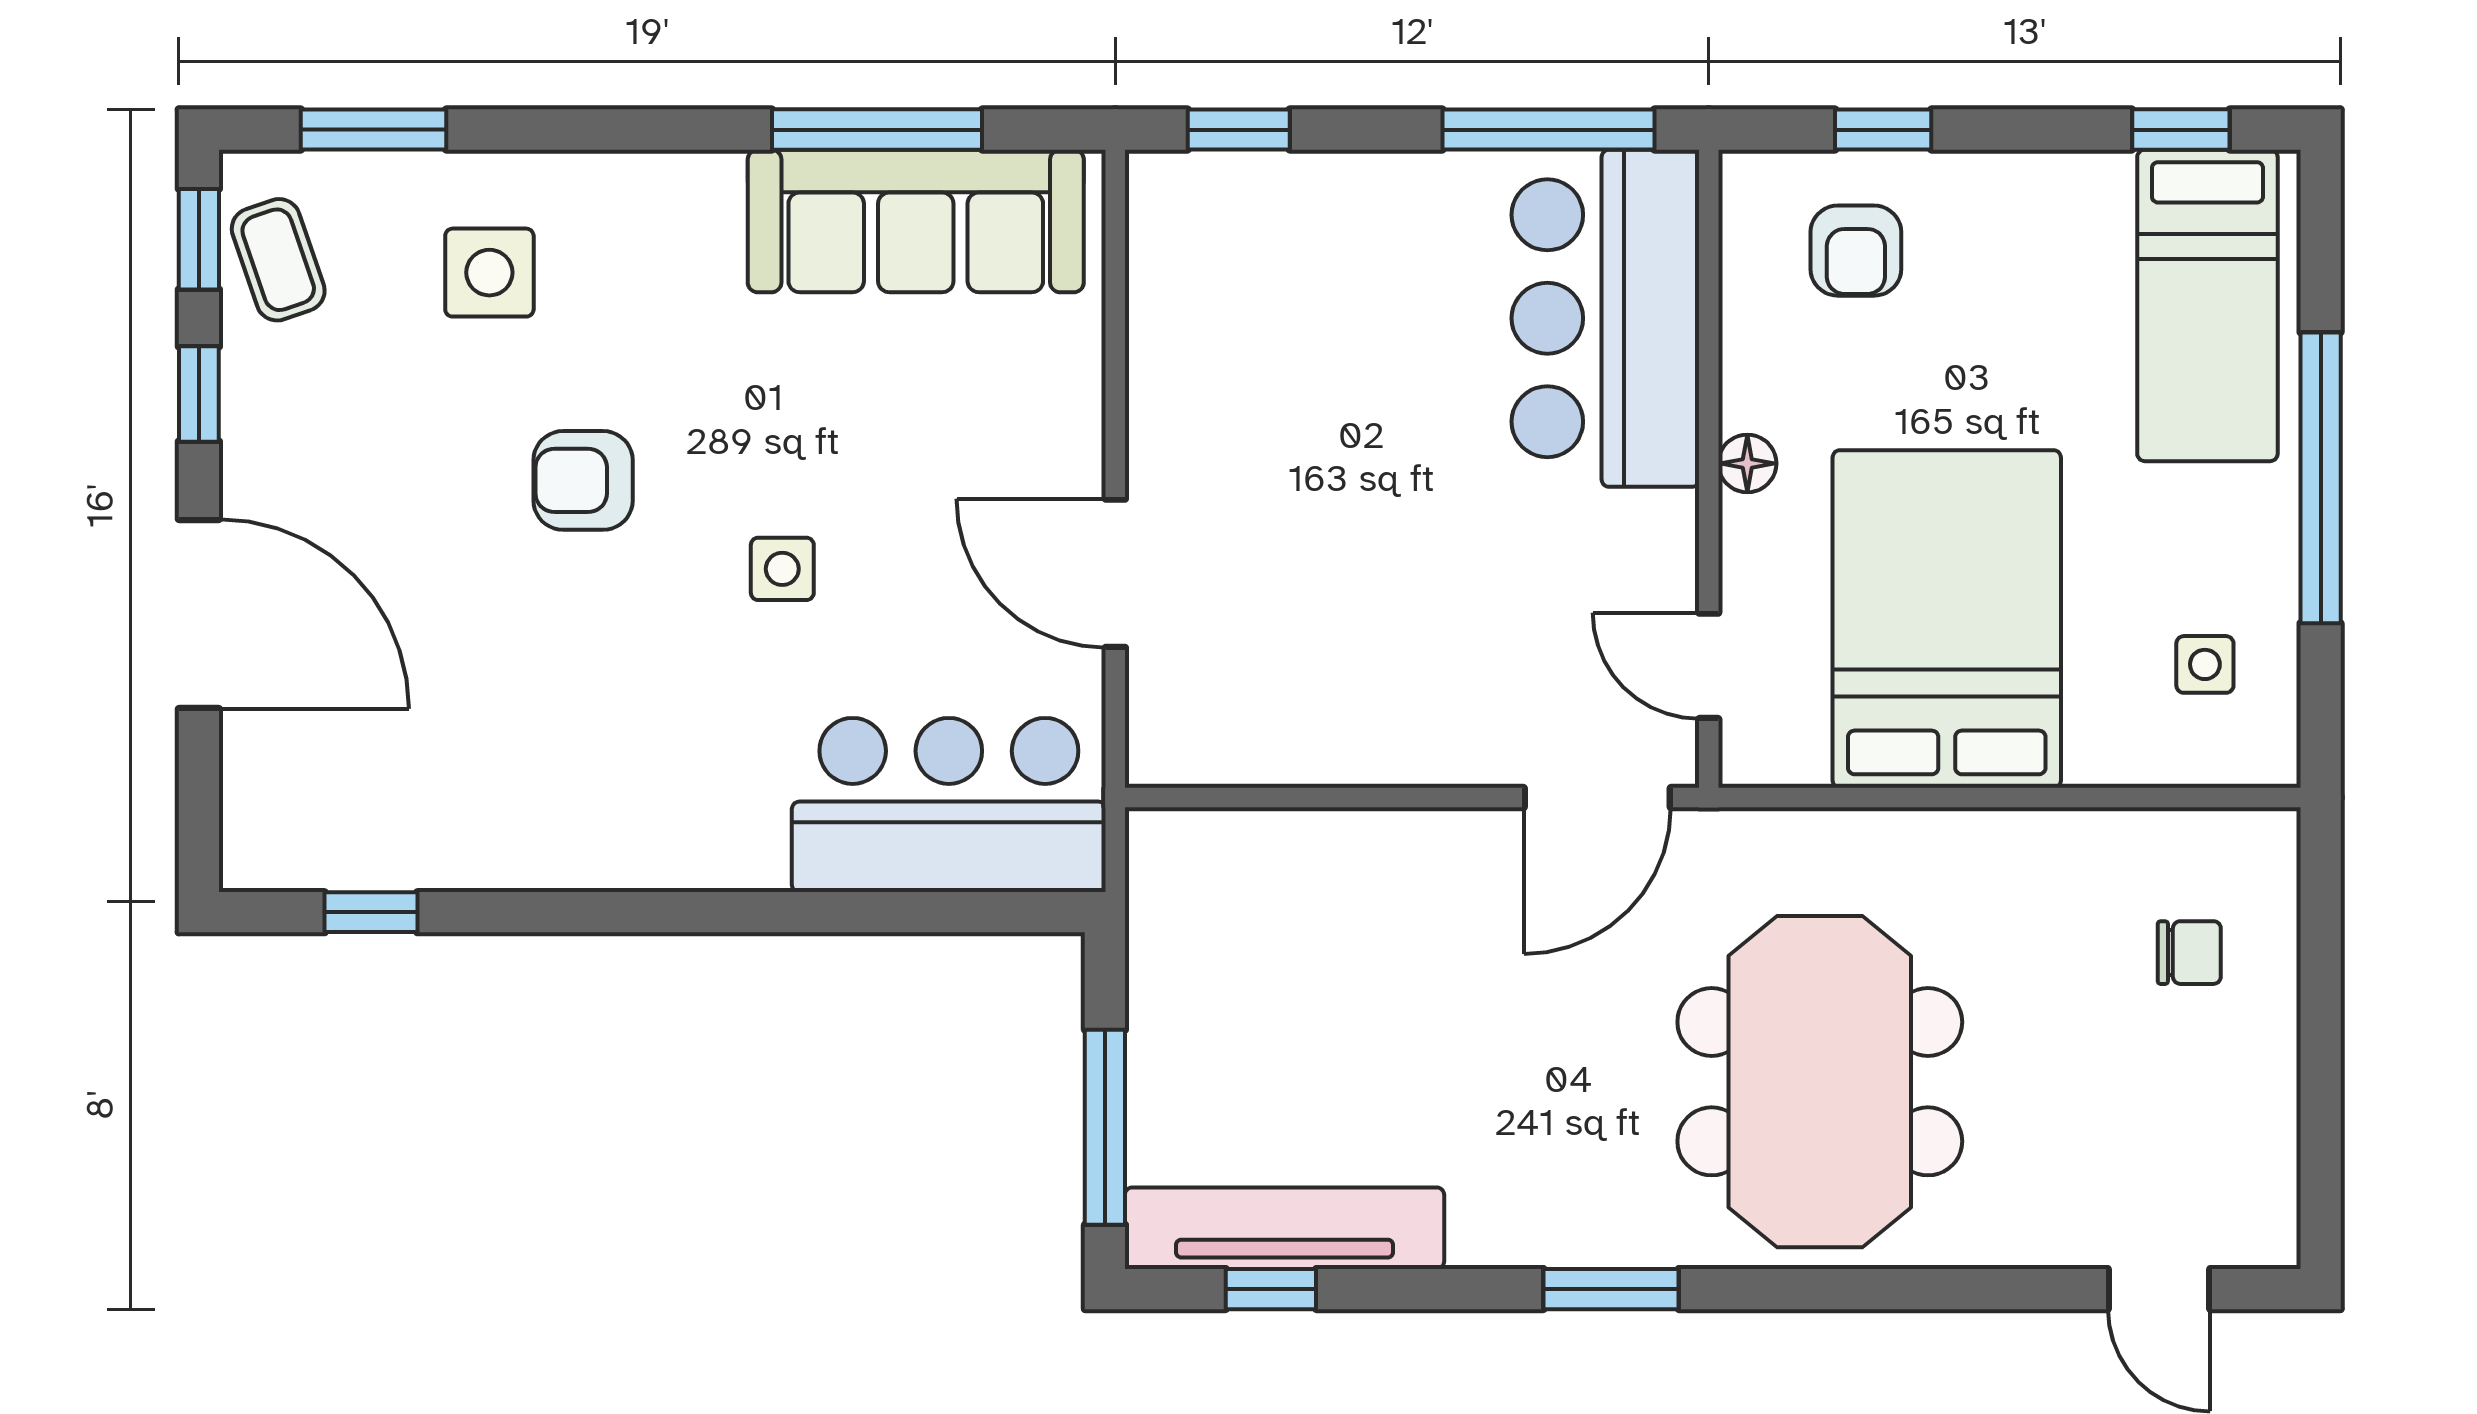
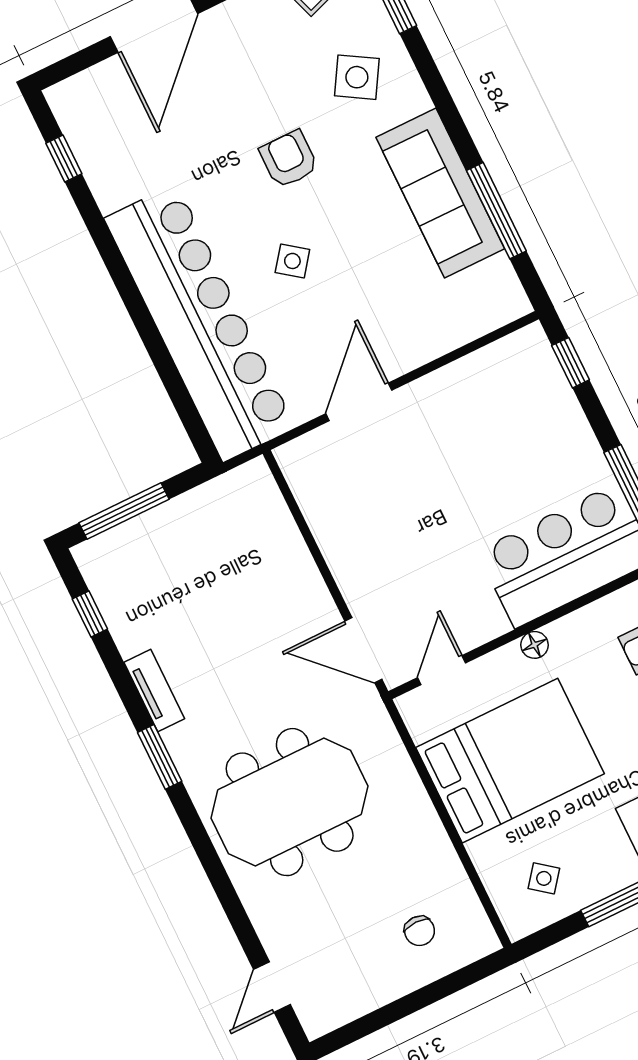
sofa: (916, 221) -> (440, 193), moved
side table: (489, 273) -> (357, 77), turned 31
side table: (782, 569) -> (292, 261), turned 37
side table: (2205, 664) -> (544, 878), turned 38
bar counter: (949, 805) -> (200, 323), width x1.86
tv unit: (1285, 1228) -> (154, 691), moved, width x0.52, depth x0.78

